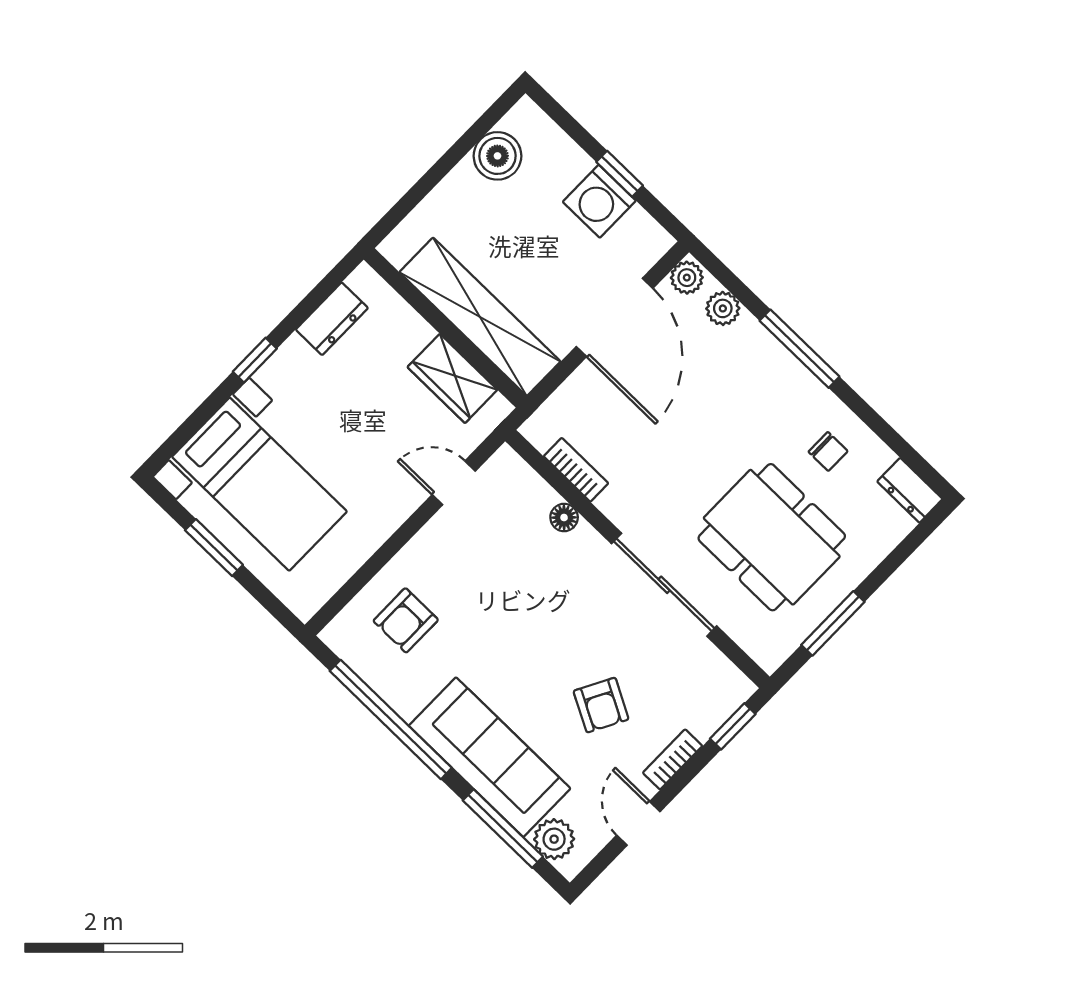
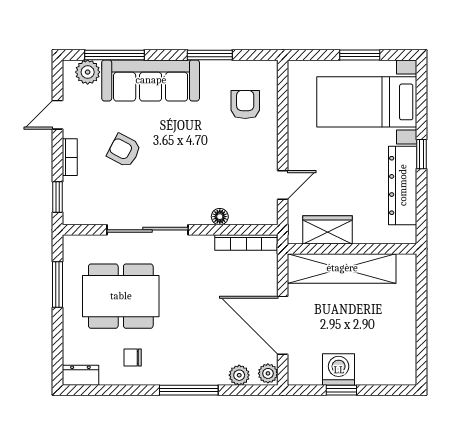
boiler: (497, 156) -> (402, 346), removed
dresser: (332, 319) -> (403, 185), width x1.96, depth x1.24
bookcase: (576, 470) -> (246, 243), width x1.56
window: (391, 719) -> (210, 55), width x0.47
door: (638, 823) -> (58, 115), swing flipped

